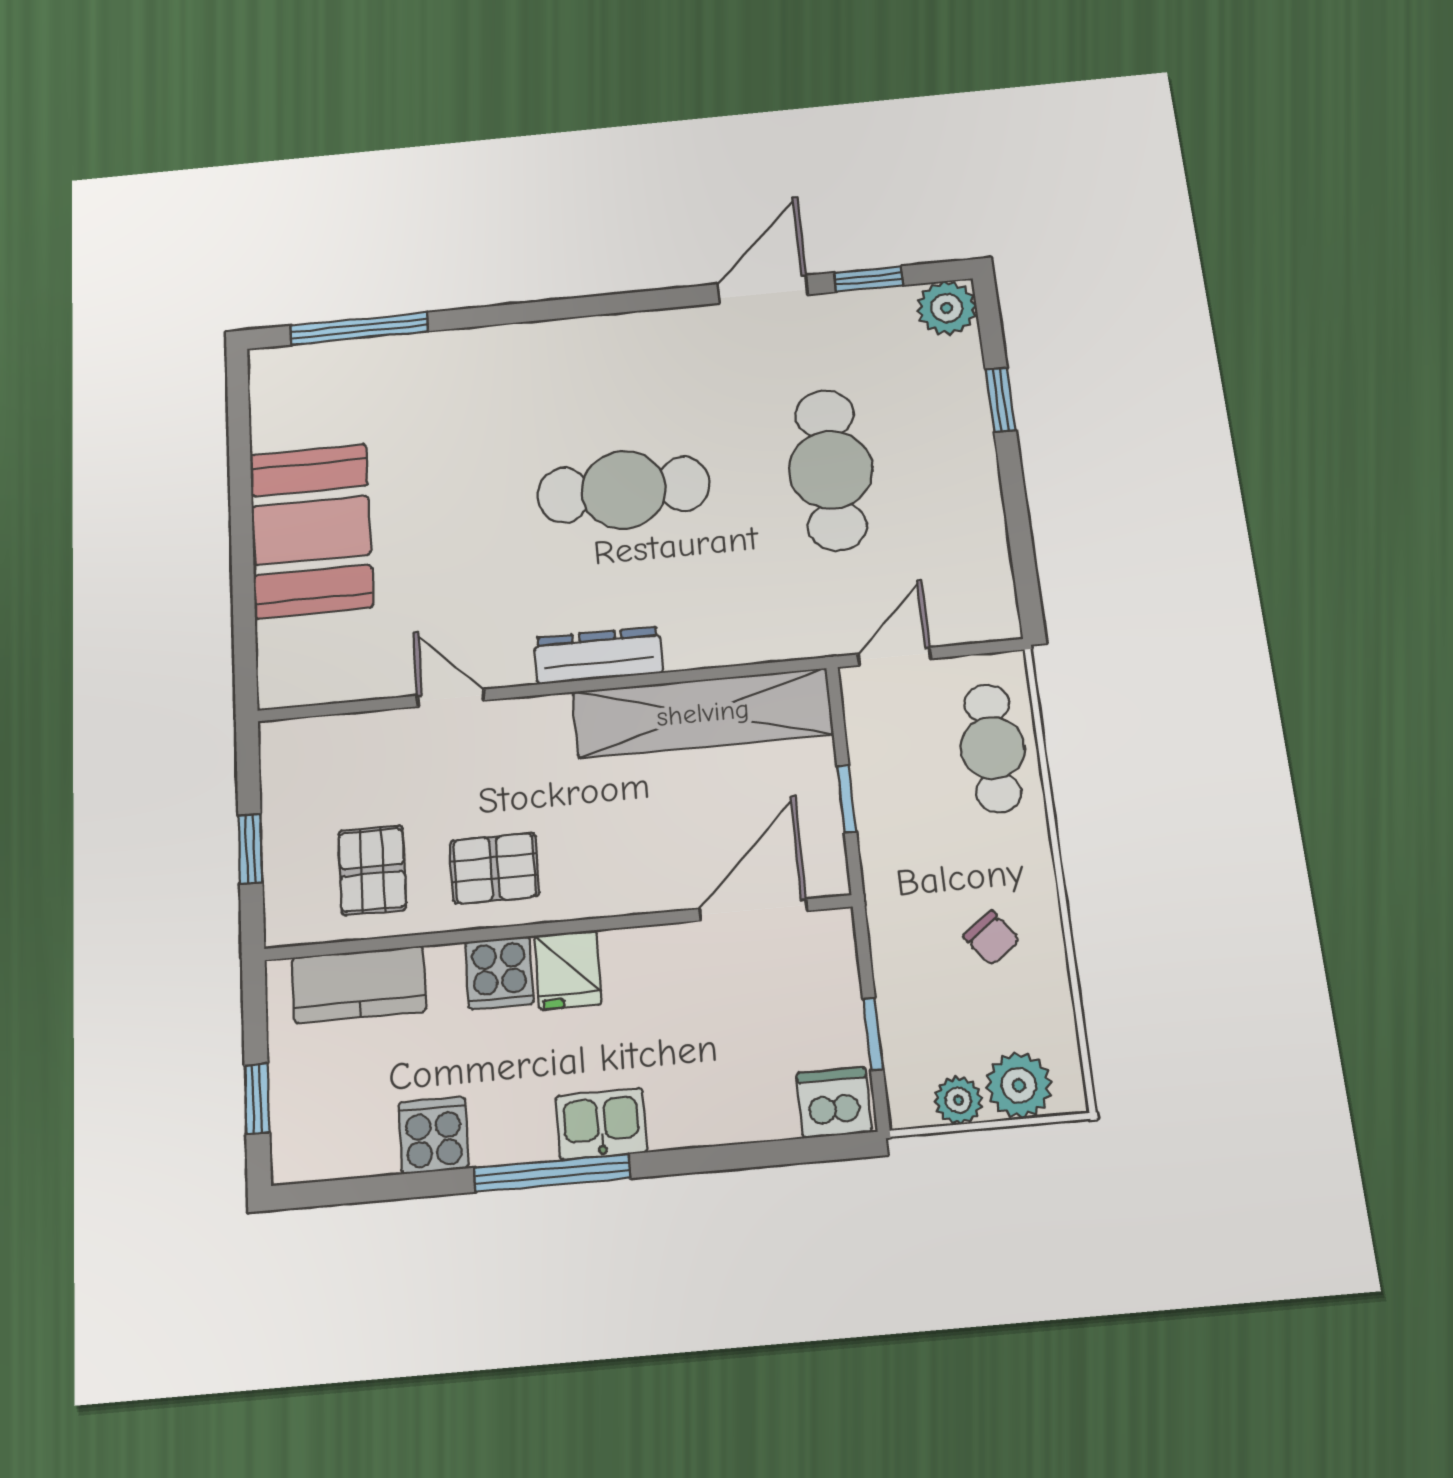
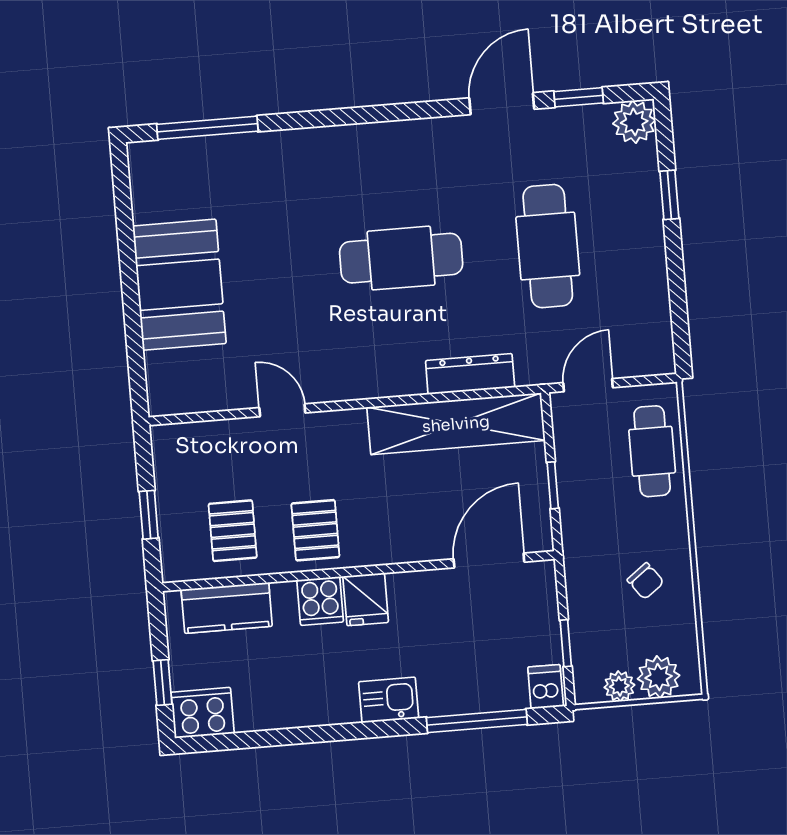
dresser: (598, 655) -> (470, 374), moved
pallet: (494, 868) -> (315, 530), turned 90
dishwasher: (834, 1103) -> (546, 687), width x0.73
cooker: (434, 1135) -> (203, 713), moved, width x1.36
window: (552, 1173) -> (477, 721), moved

